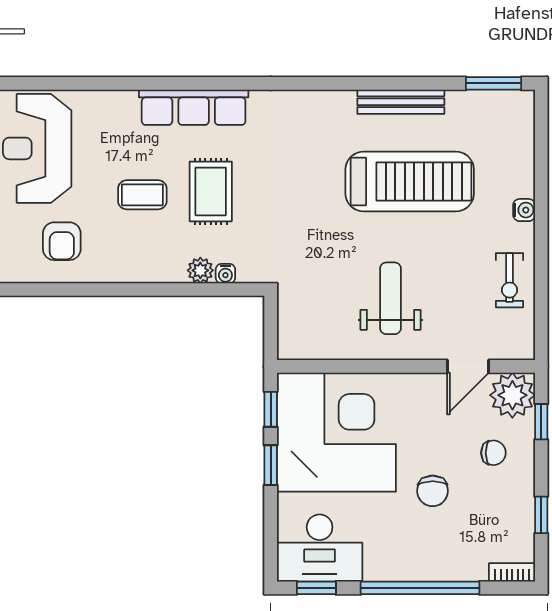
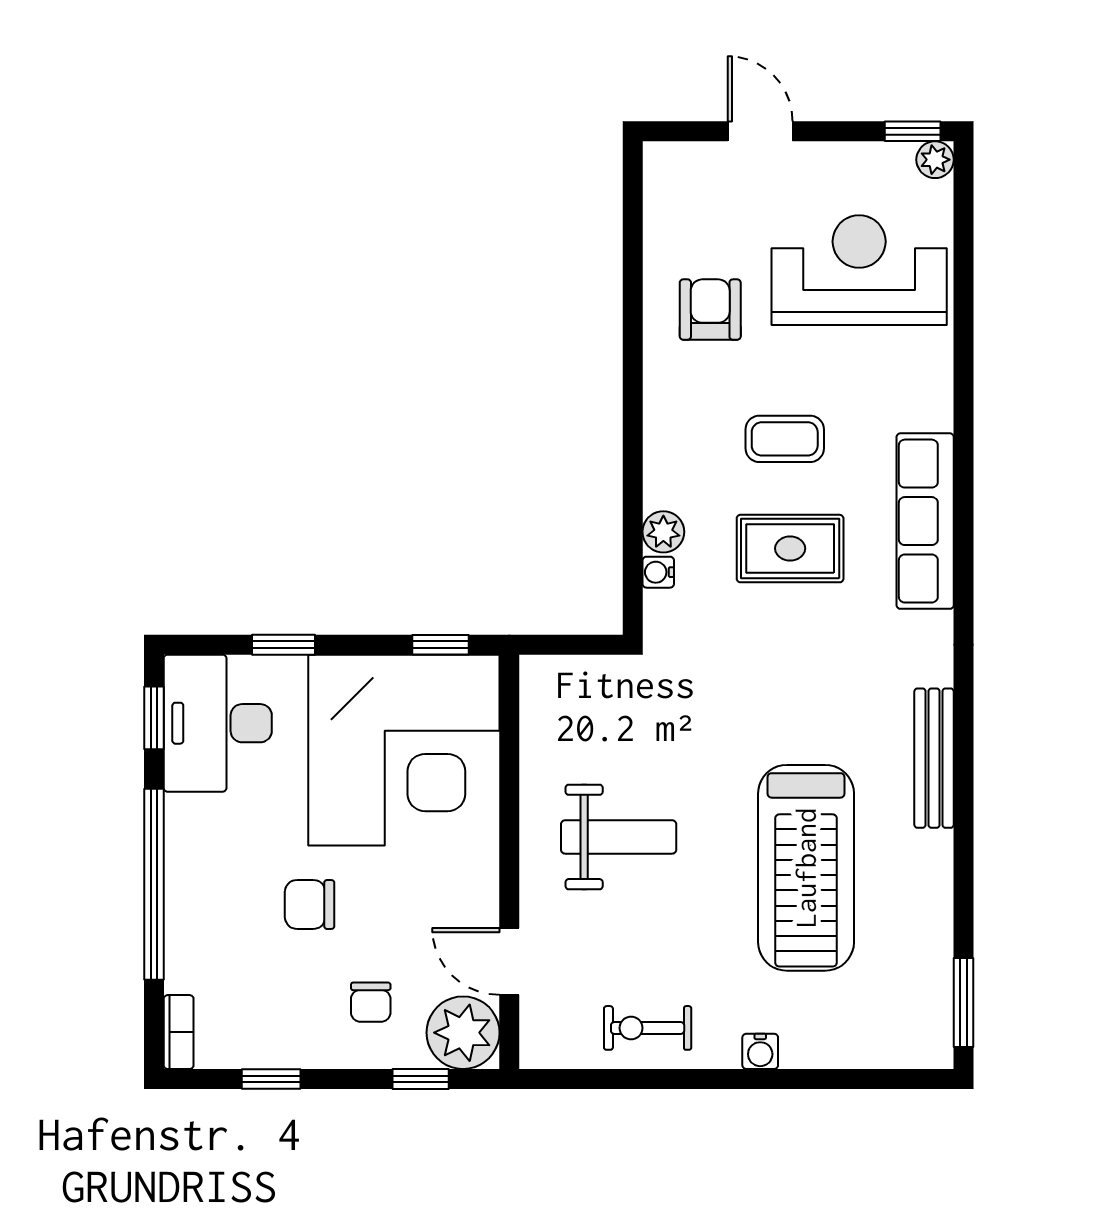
bench: (401, 102) -> (934, 758), moved
coffee table: (142, 195) -> (785, 439), turned 90
armchair: (62, 241) -> (710, 310), turned 90
window: (271, 465) -> (283, 645), moved

